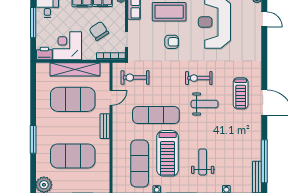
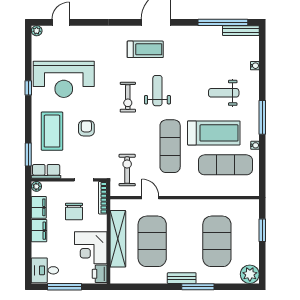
chair: (99, 31) -> (74, 211), turned -57
exercise bike: (135, 77) -> (127, 170), turned 180
bench: (105, 126) -> (182, 278), moved

